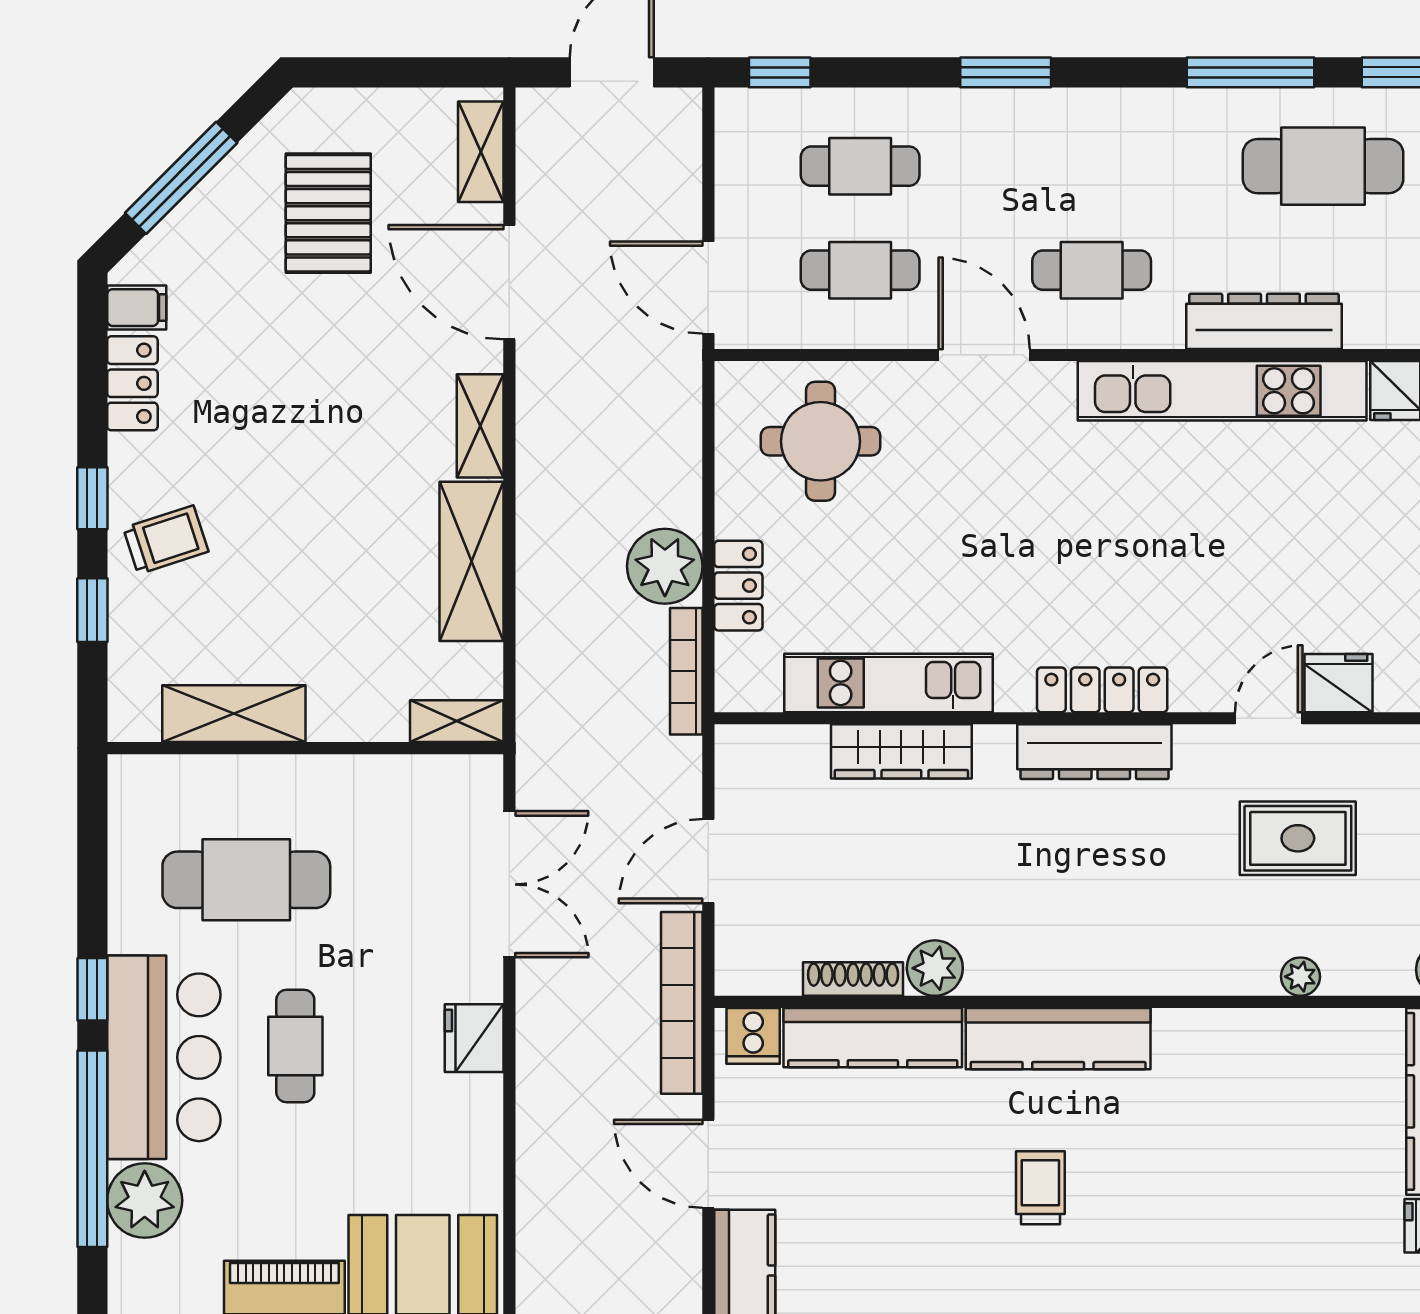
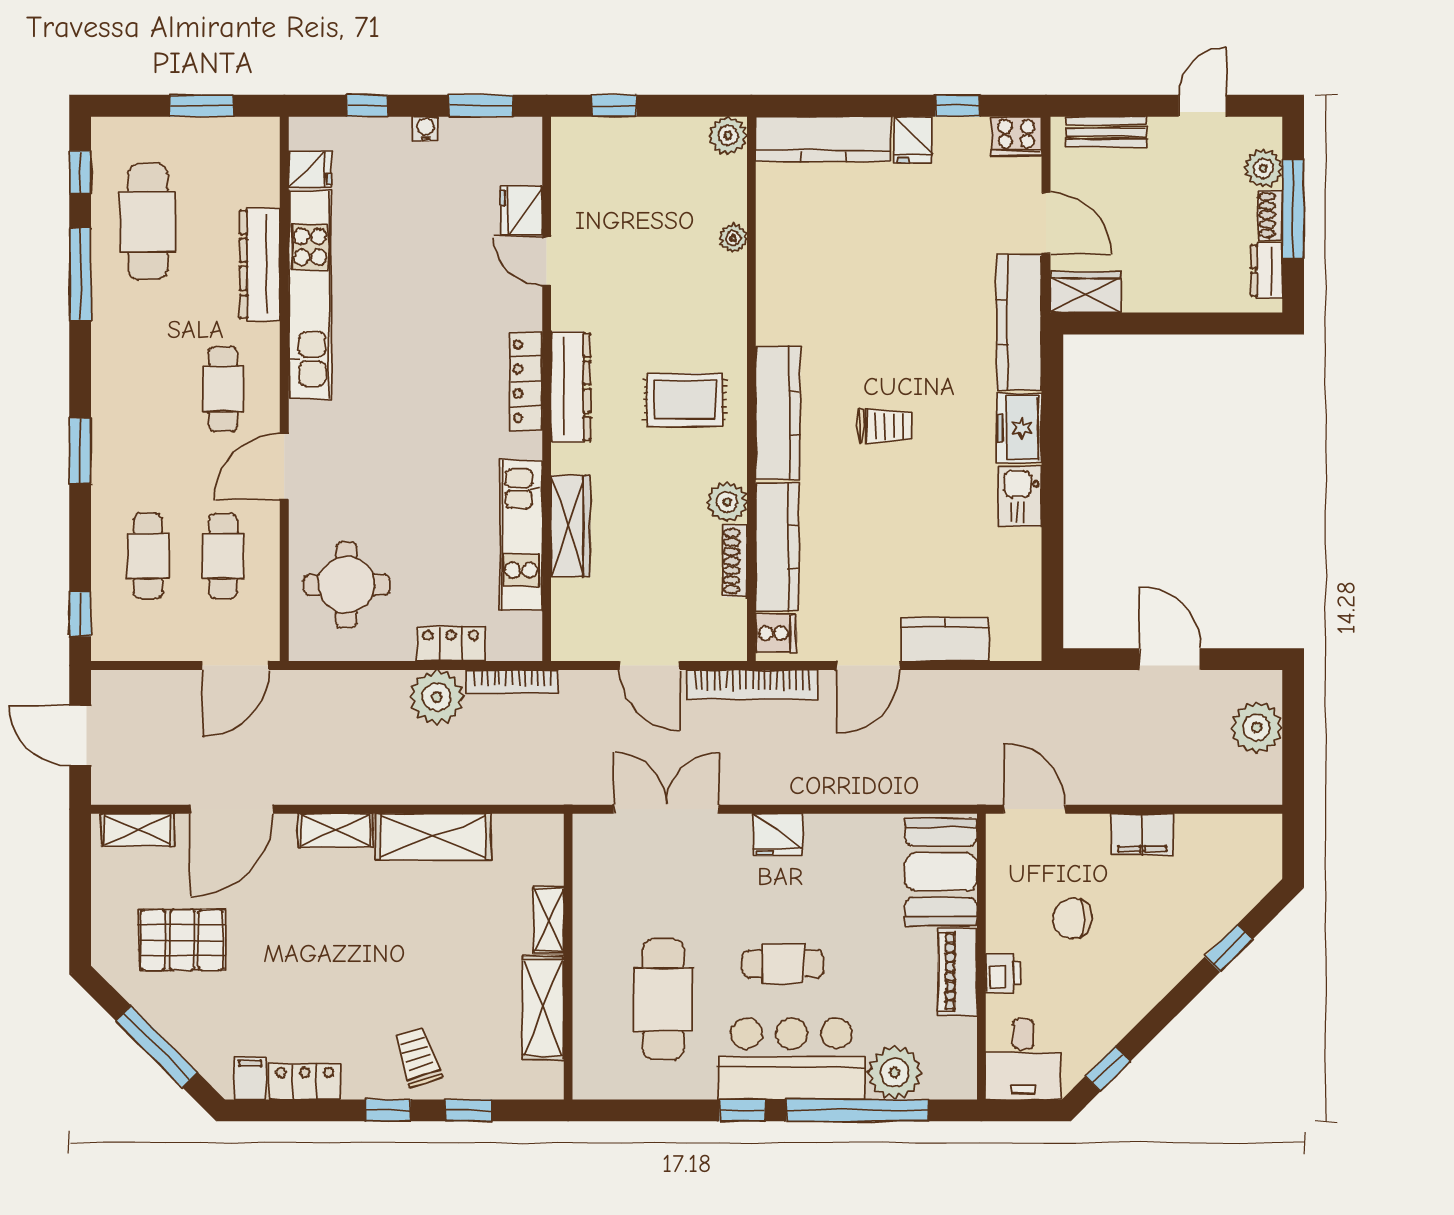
shelving: (457, 721) -> (549, 920), moved
rug: (1298, 838) -> (685, 400), moved, turned 90
trolley: (1040, 1188) -> (886, 426), turned 180

